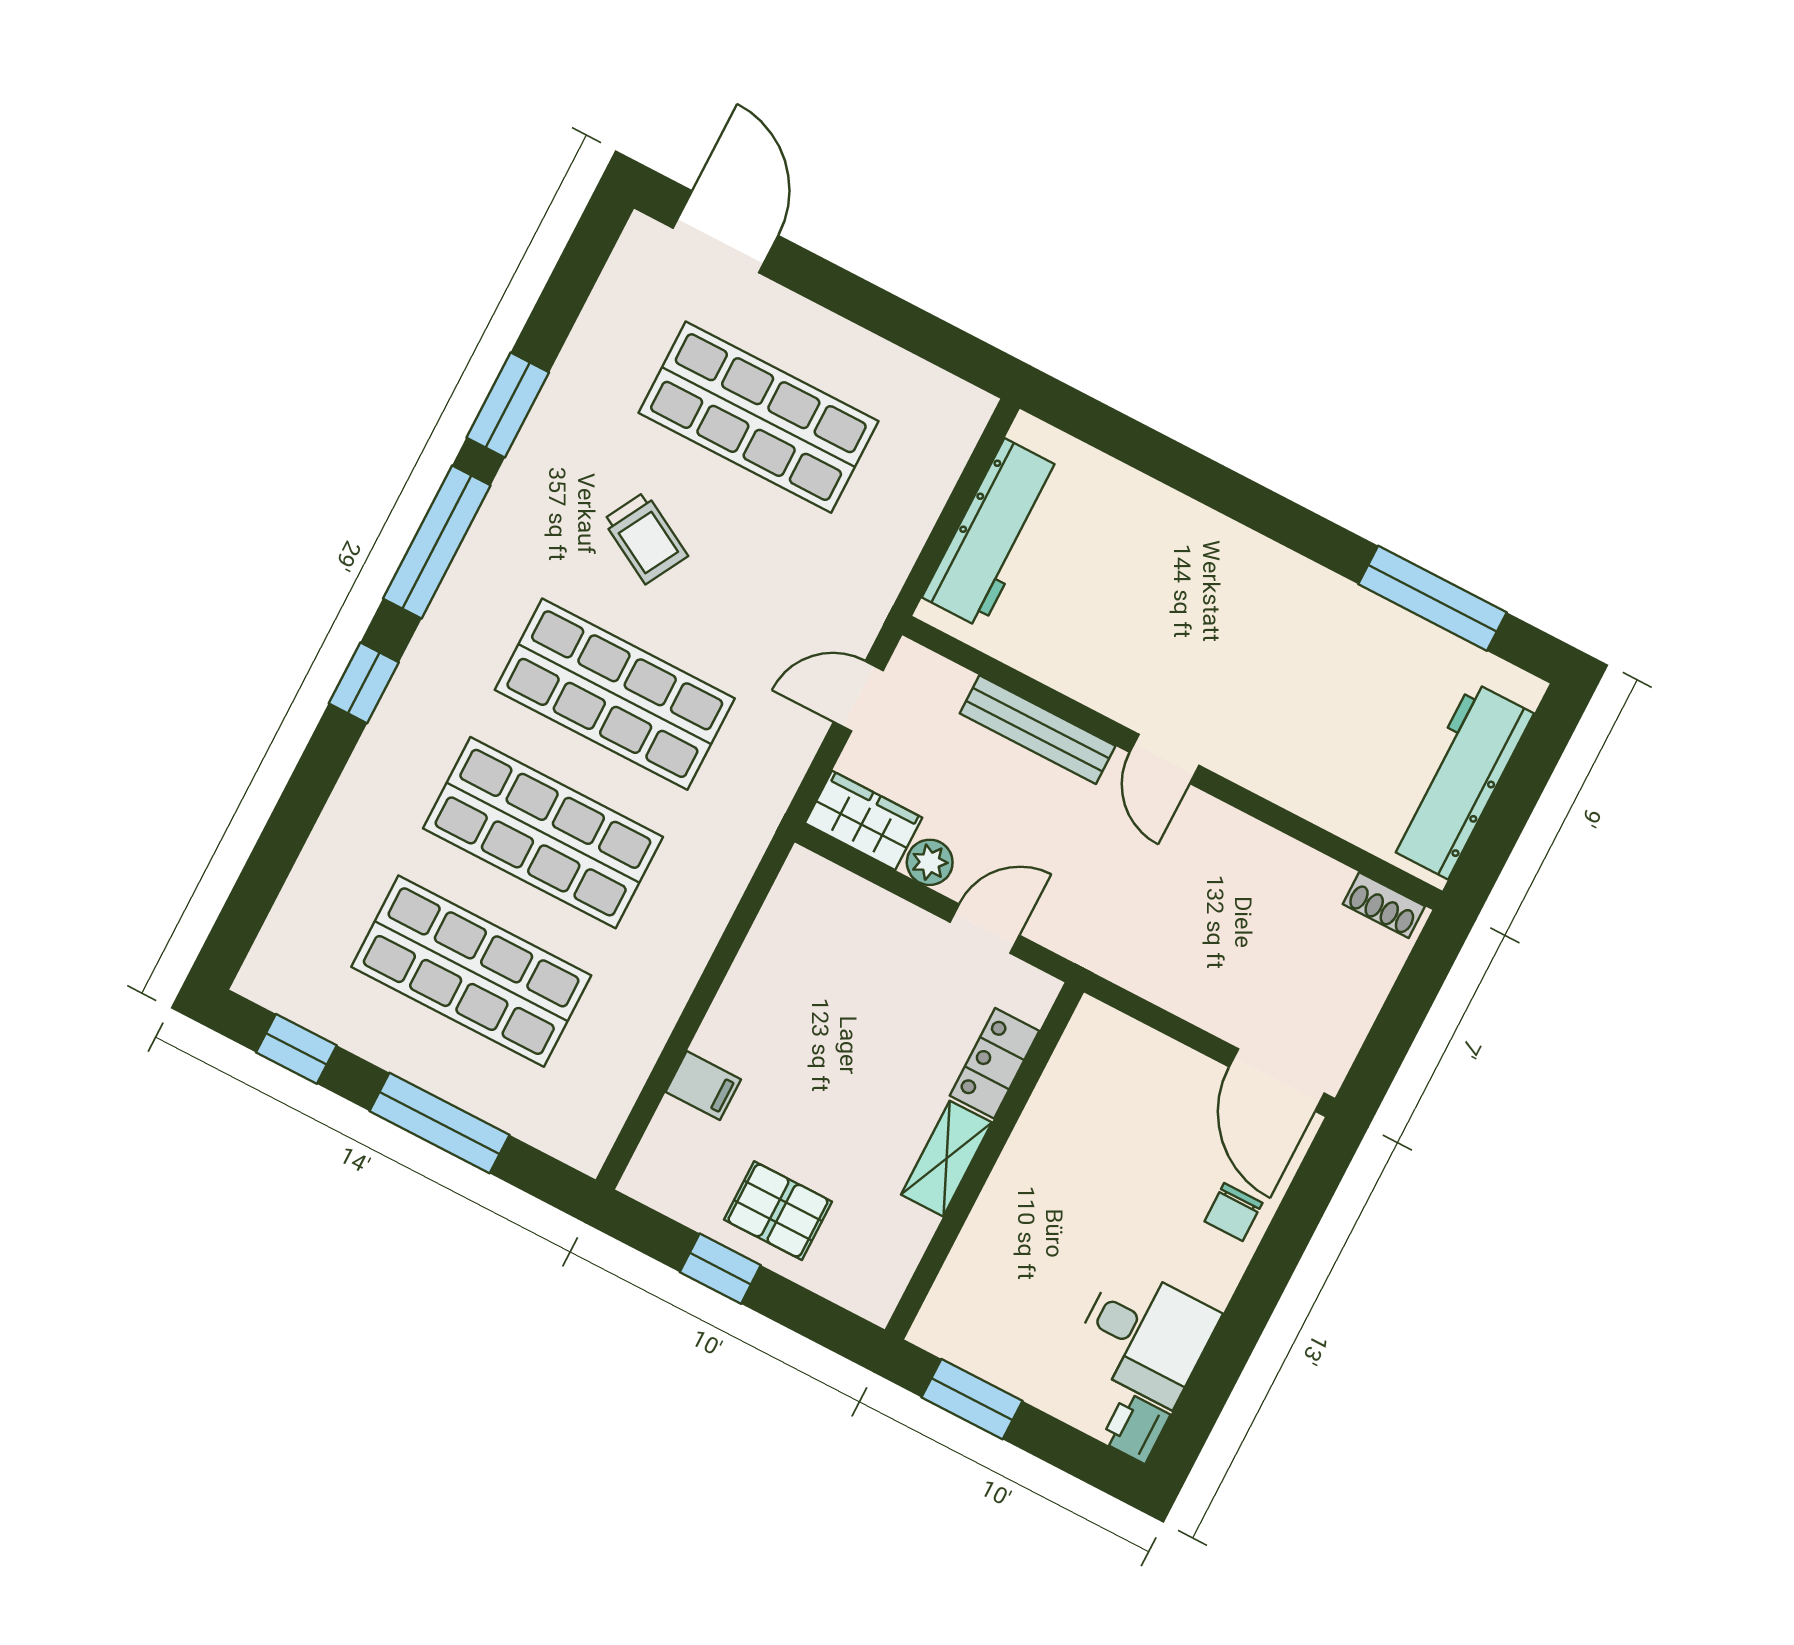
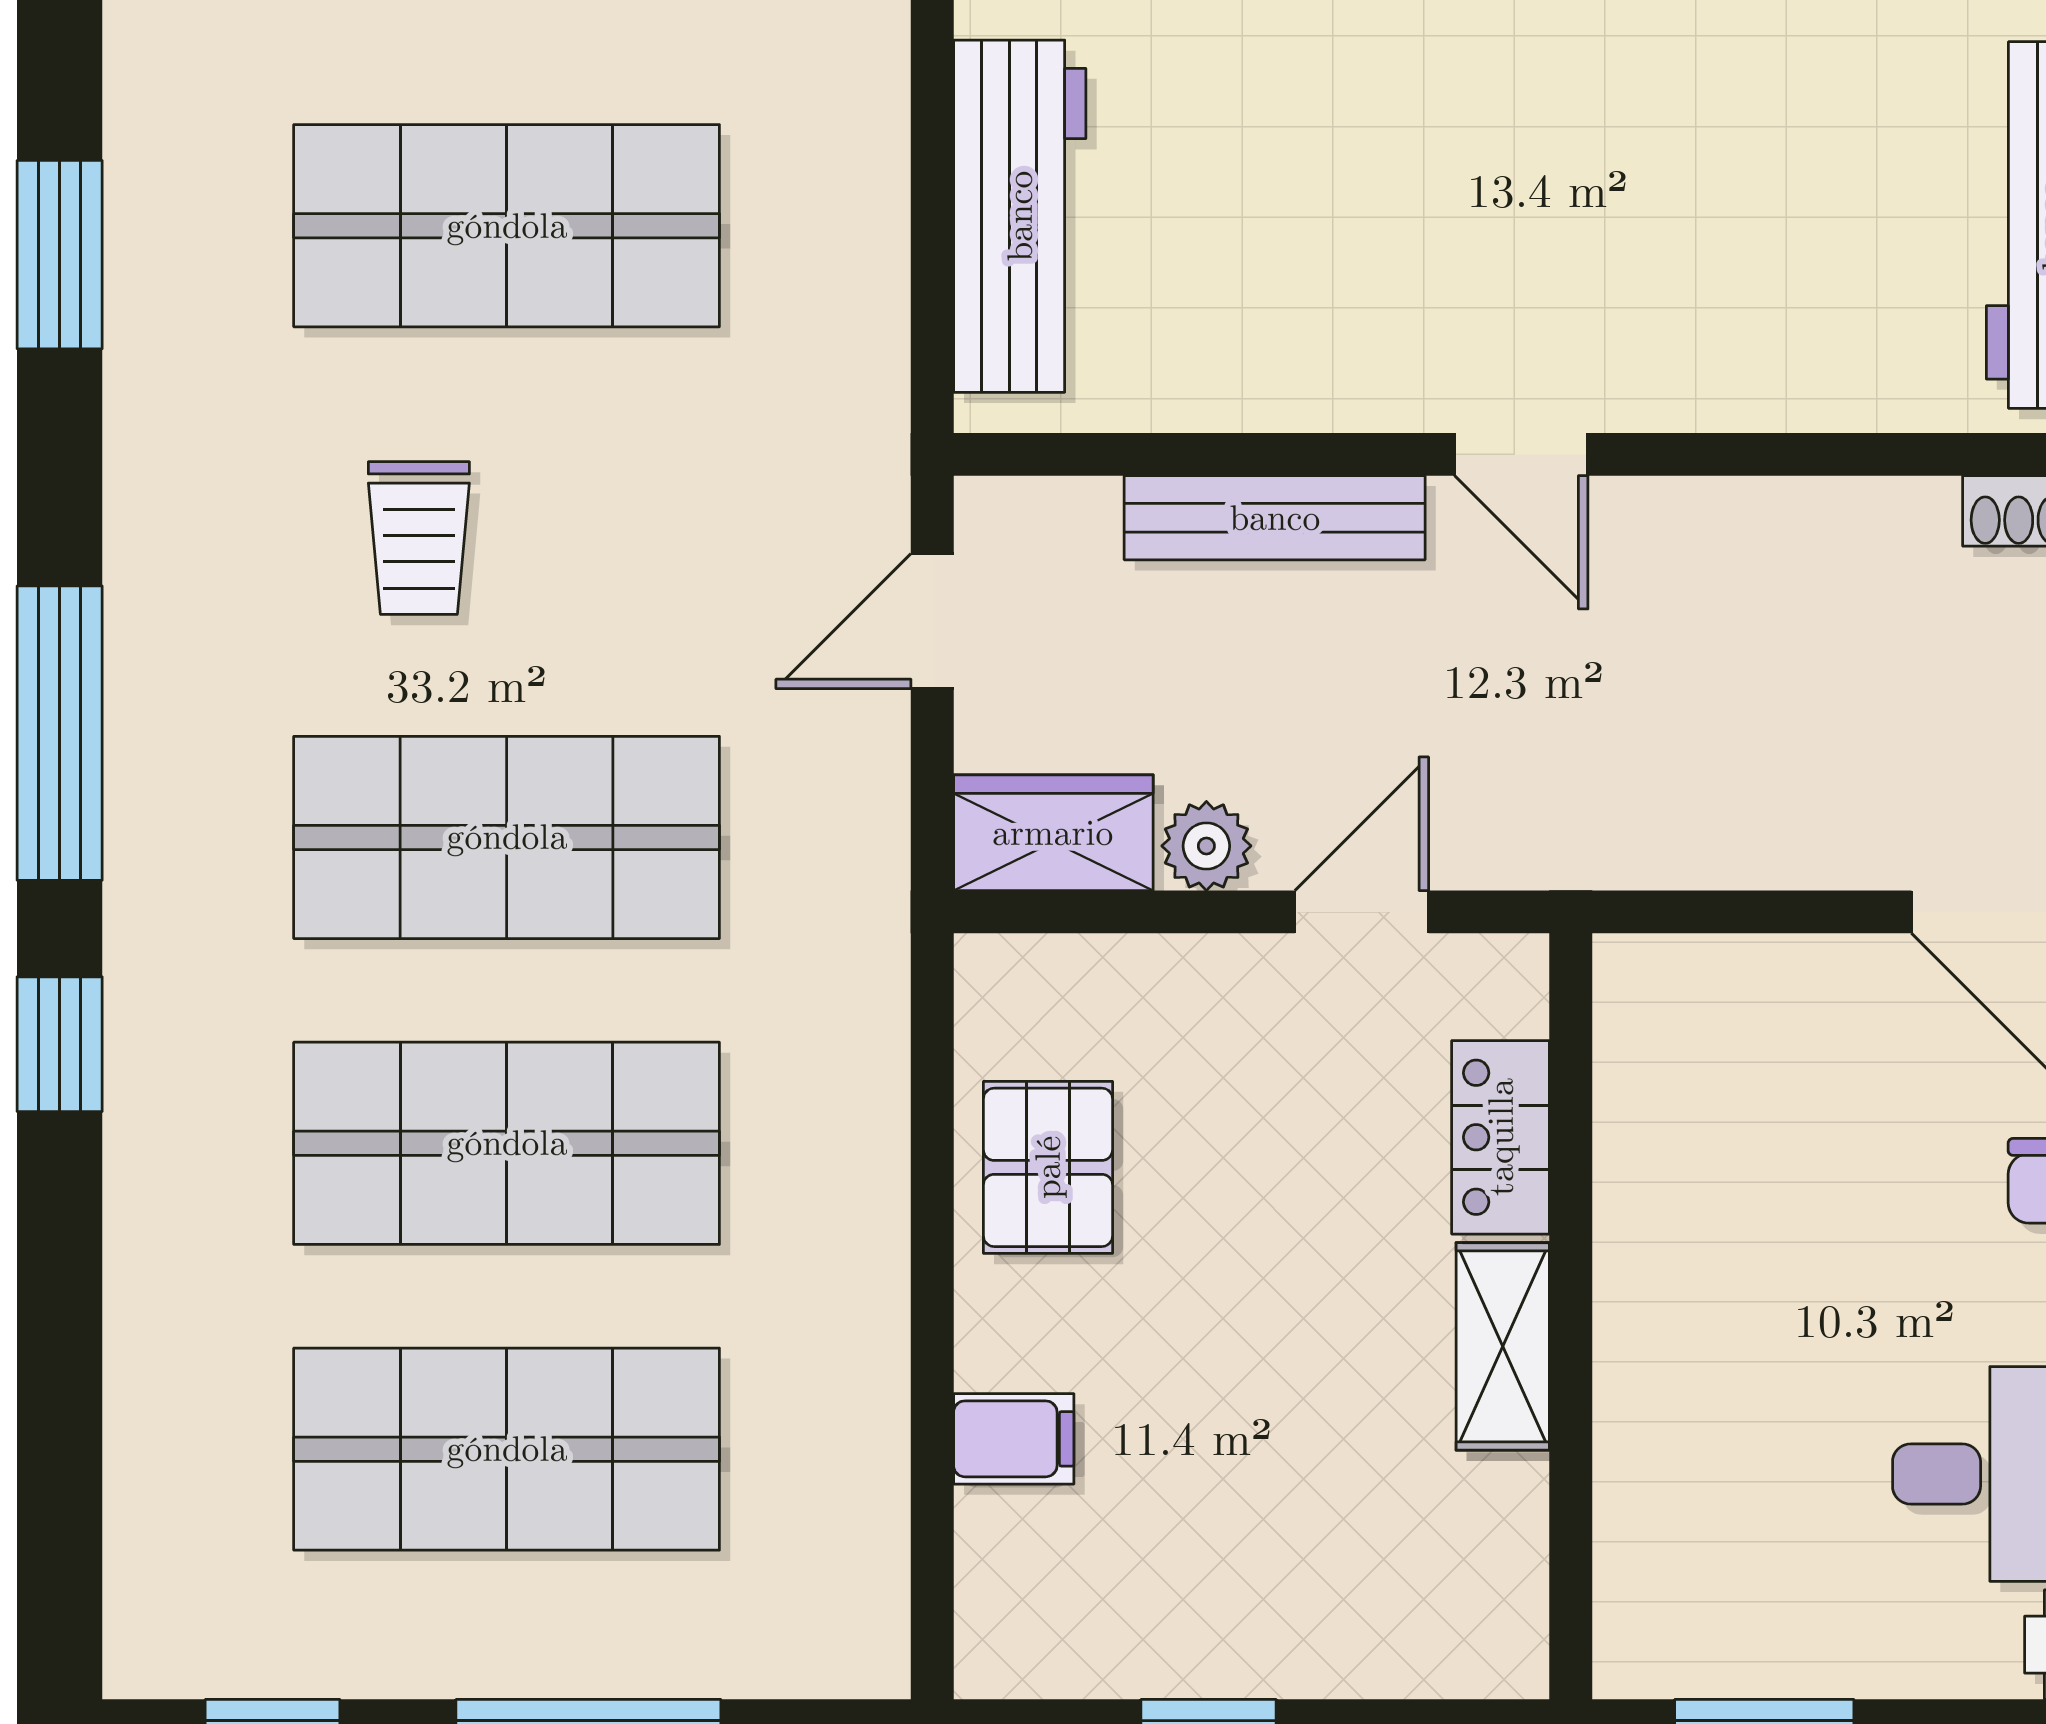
window: (508, 405) -> (60, 255), moved
trolley: (645, 538) -> (419, 538), turned 61
pallet: (778, 1211) -> (1048, 1167), moved, turned 90

